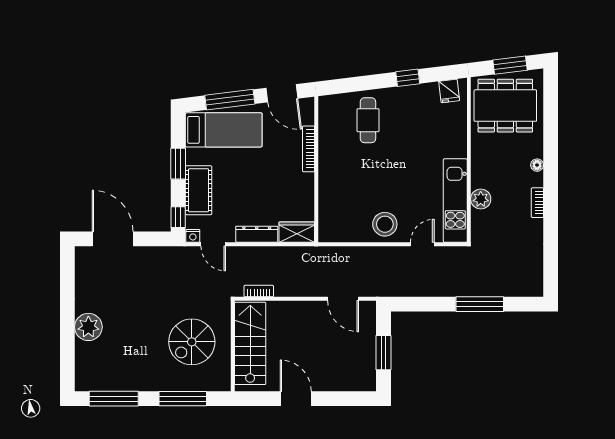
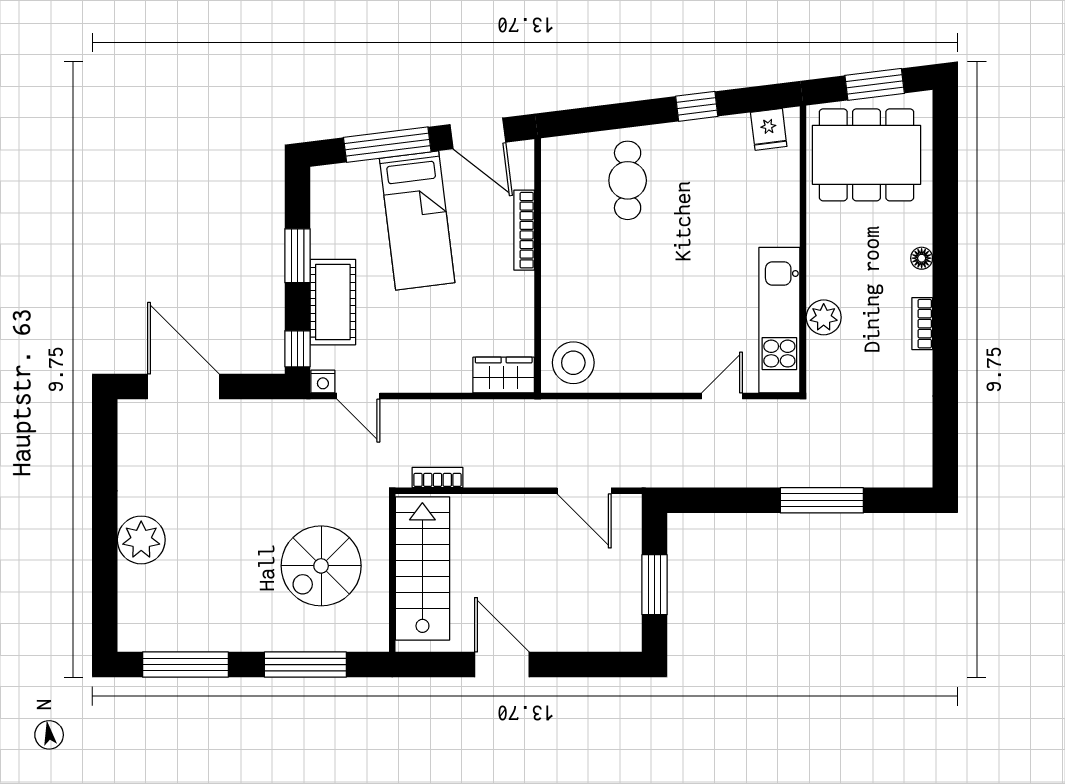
bed: (224, 130) -> (417, 221), moved, turned 83
stool: (385, 224) -> (573, 363), moved
dresser: (257, 234) -> (434, 379), removed

